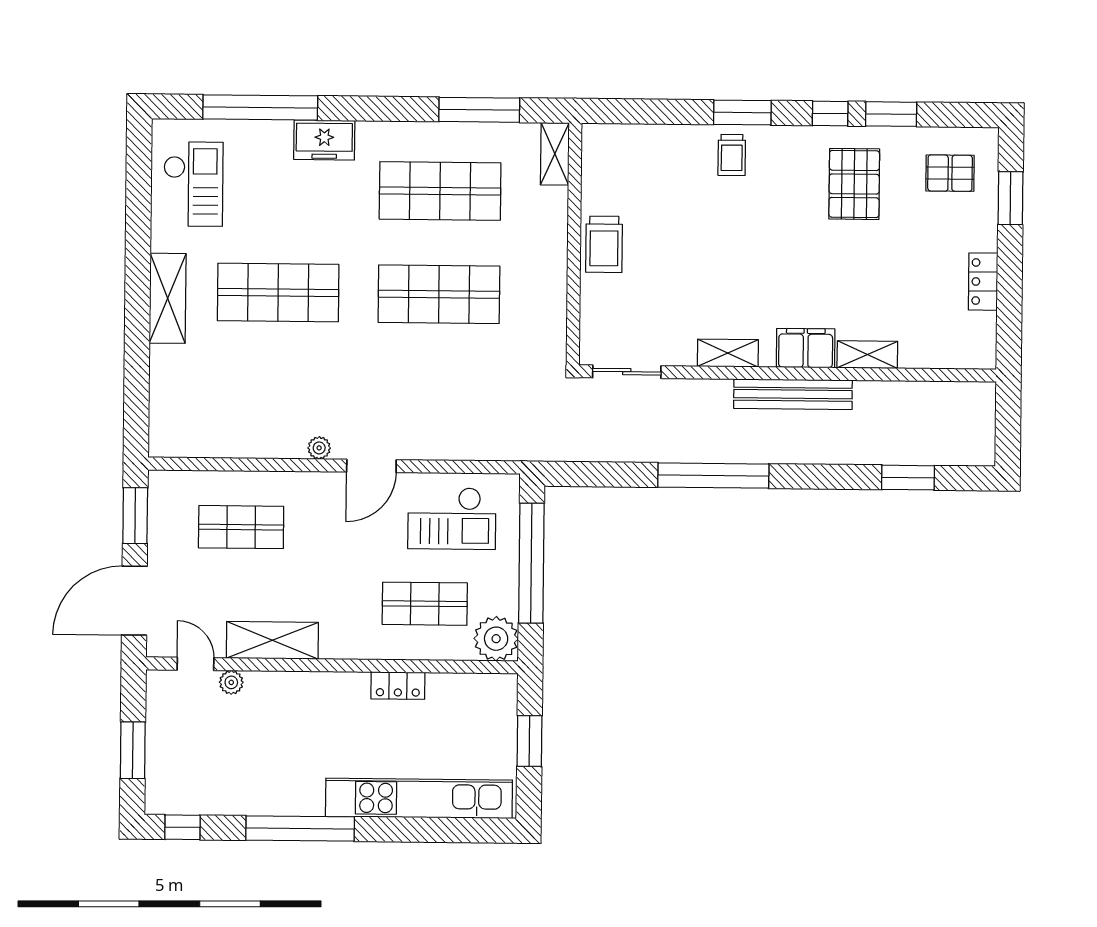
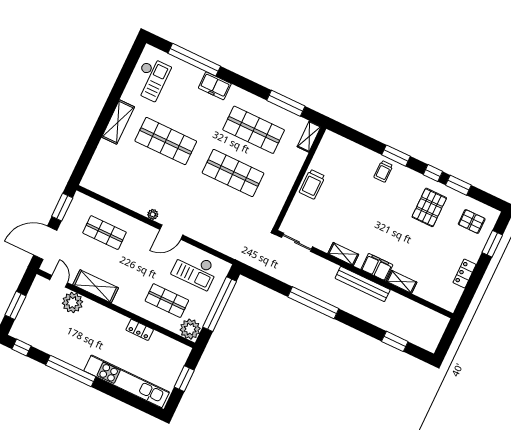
plant: (231, 682) -> (72, 303), width x1.87, depth x1.87

